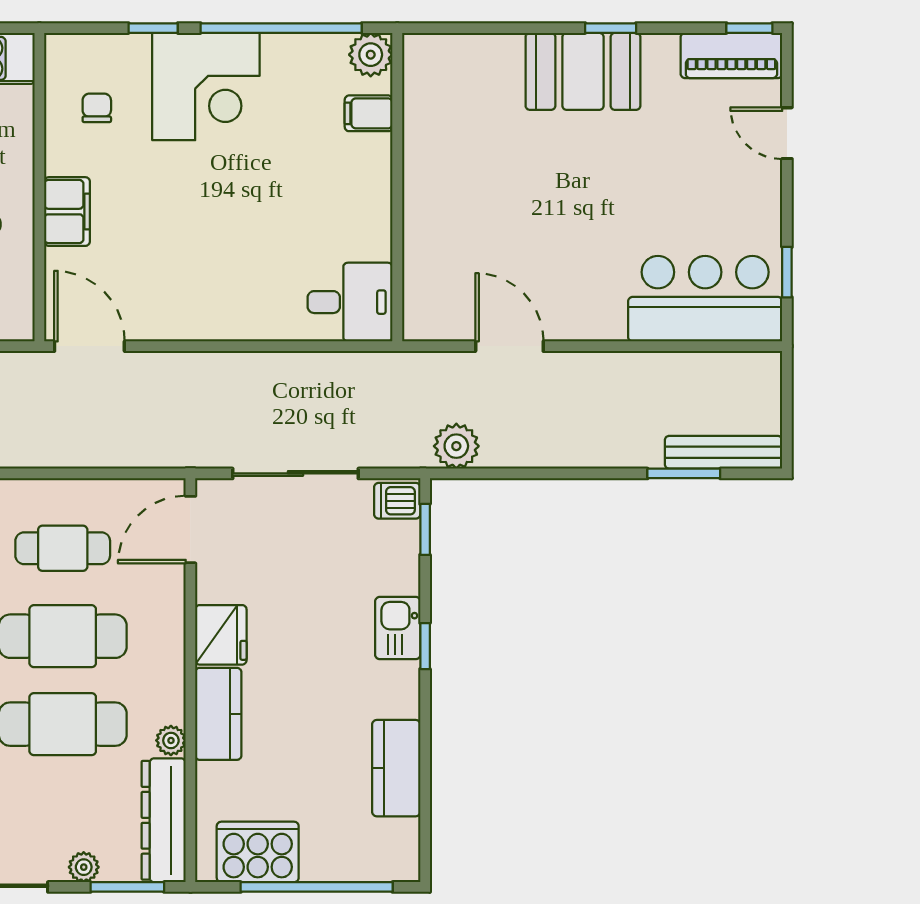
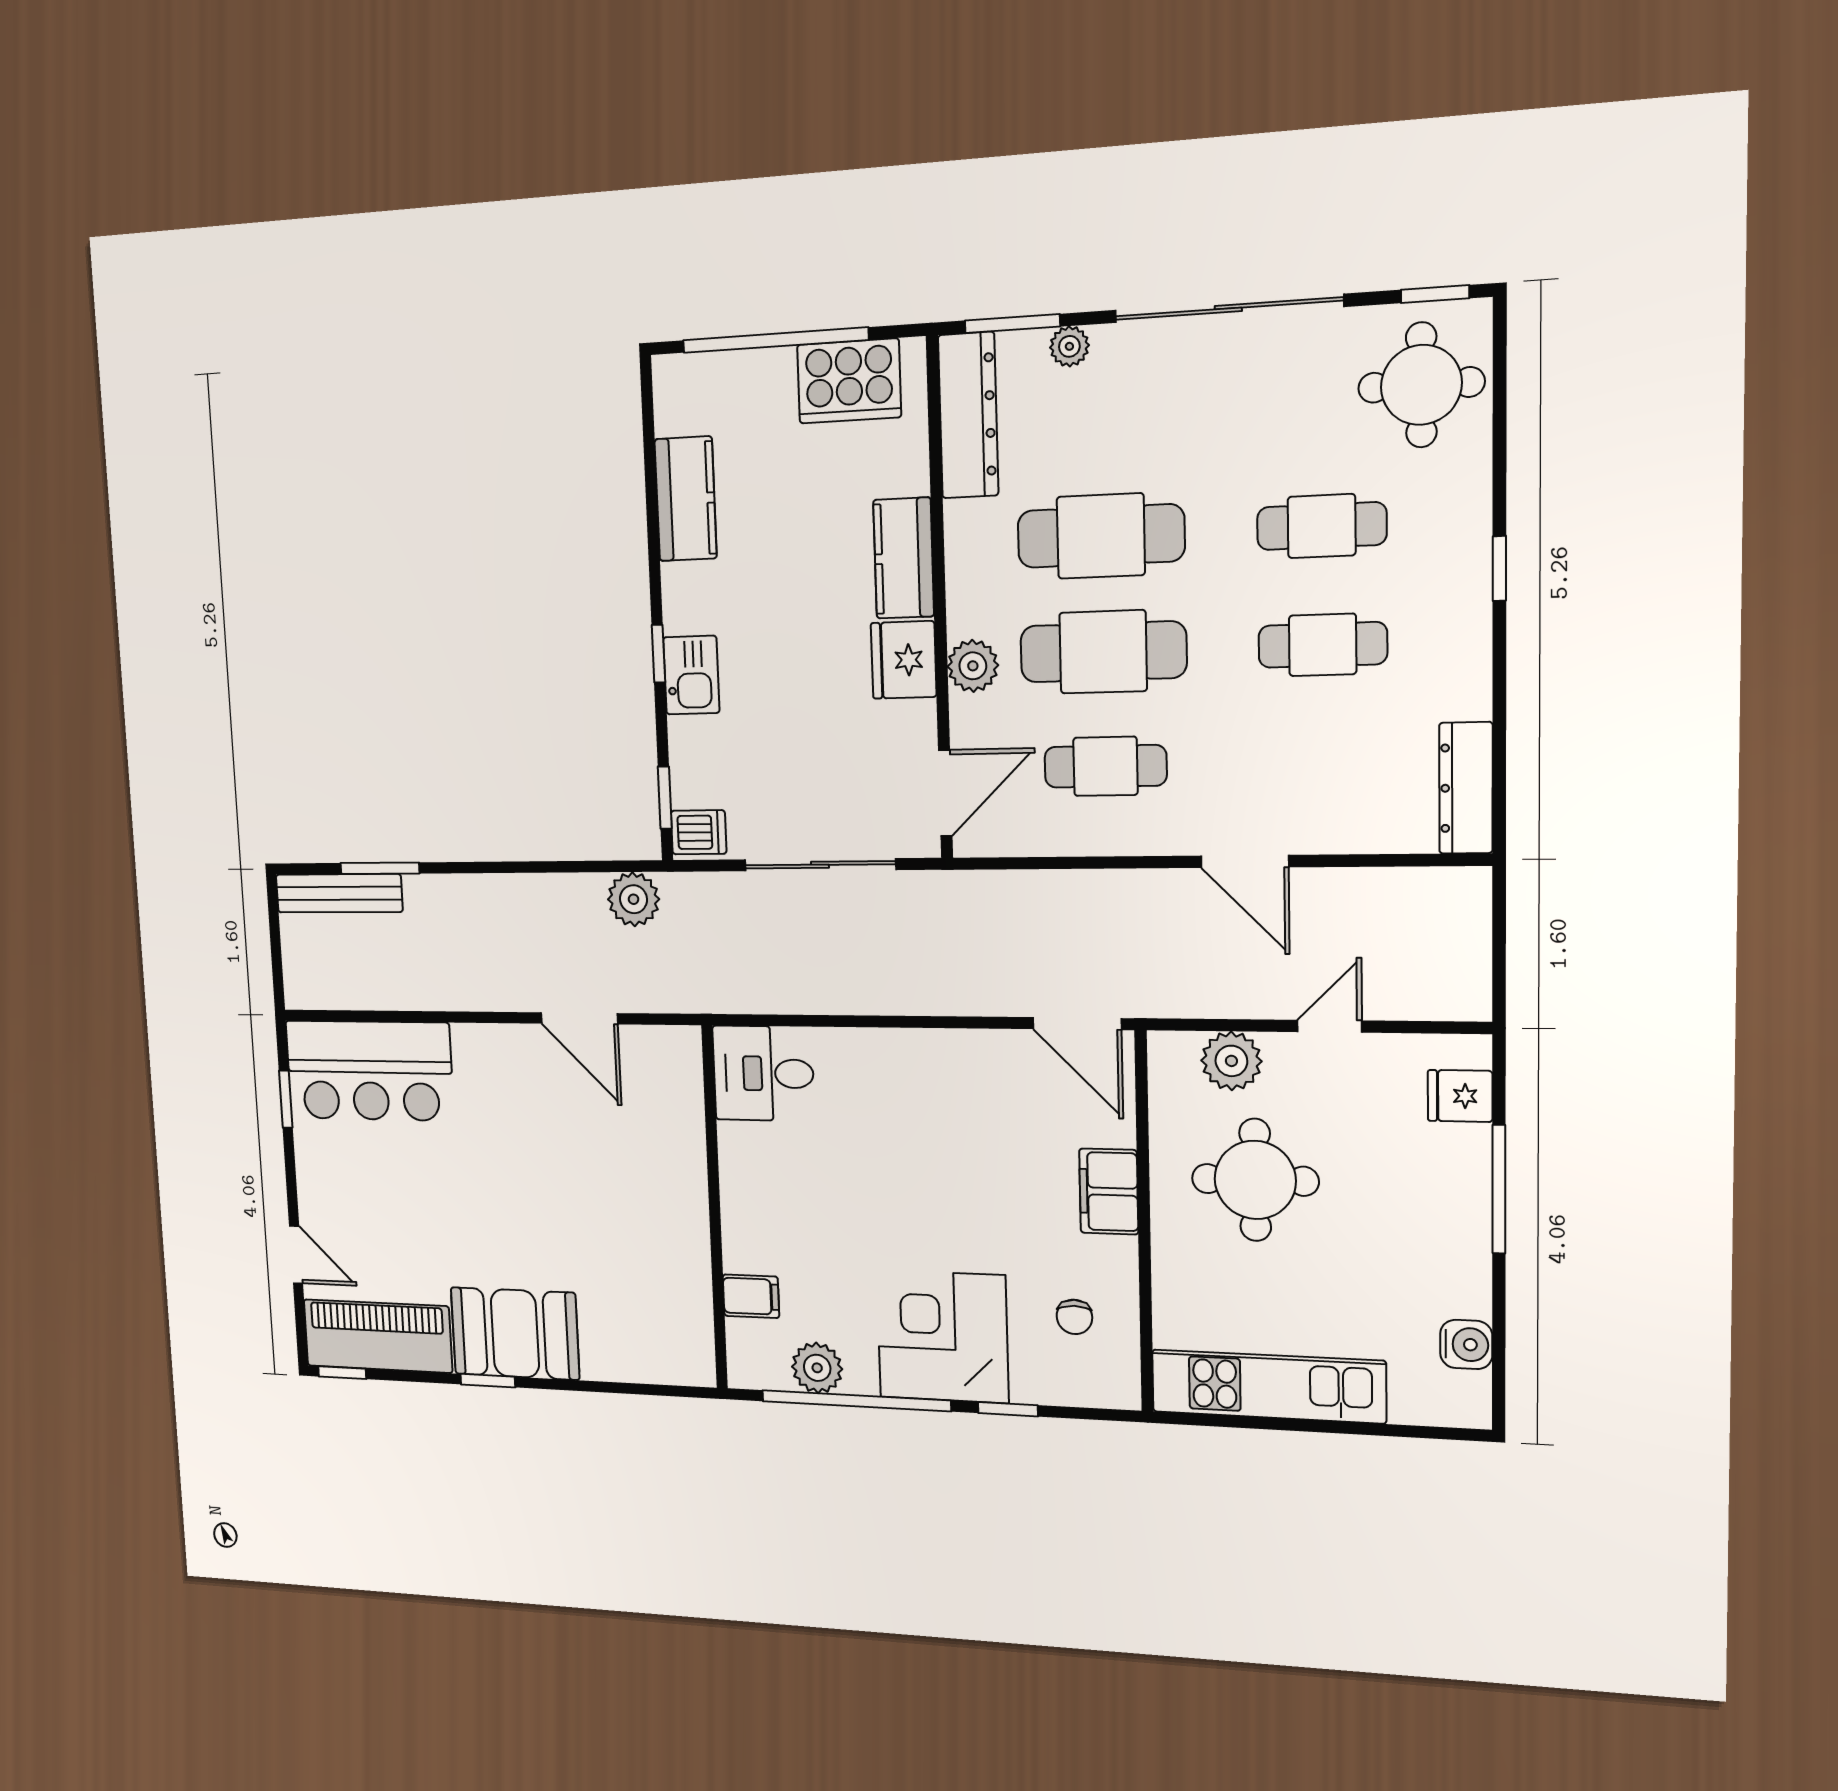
plant: (371, 55) -> (817, 1368), moved
piano: (731, 56) -> (378, 1336), width x1.37, depth x1.33
plant: (171, 740) -> (973, 666), moved, width x1.38, depth x1.38

